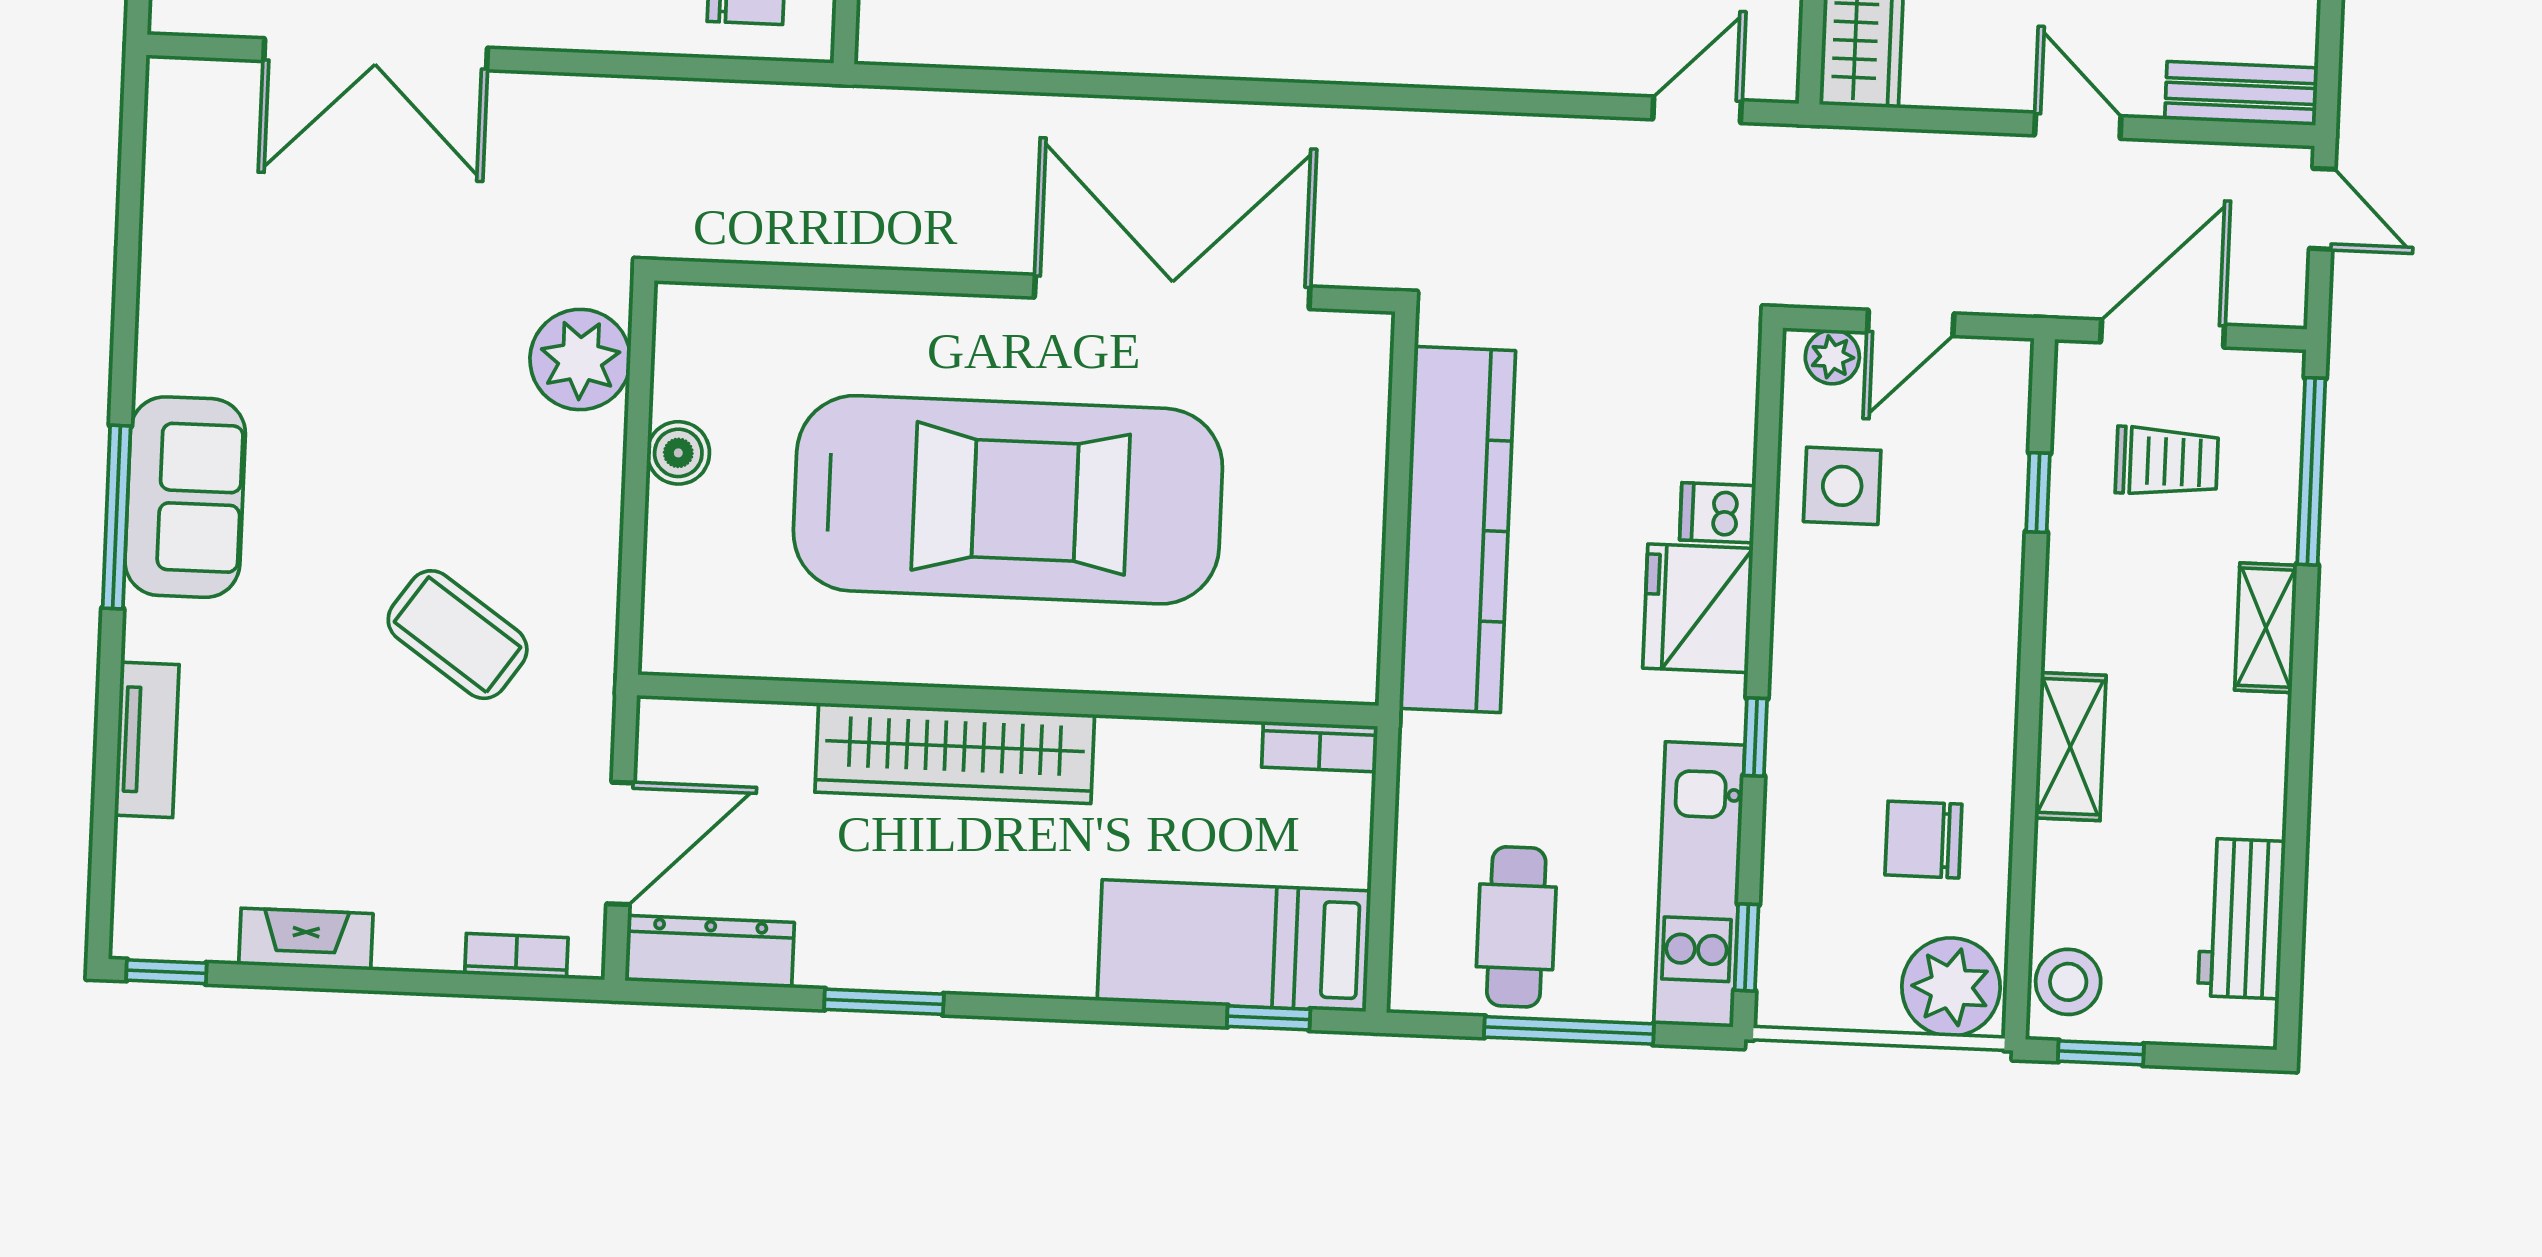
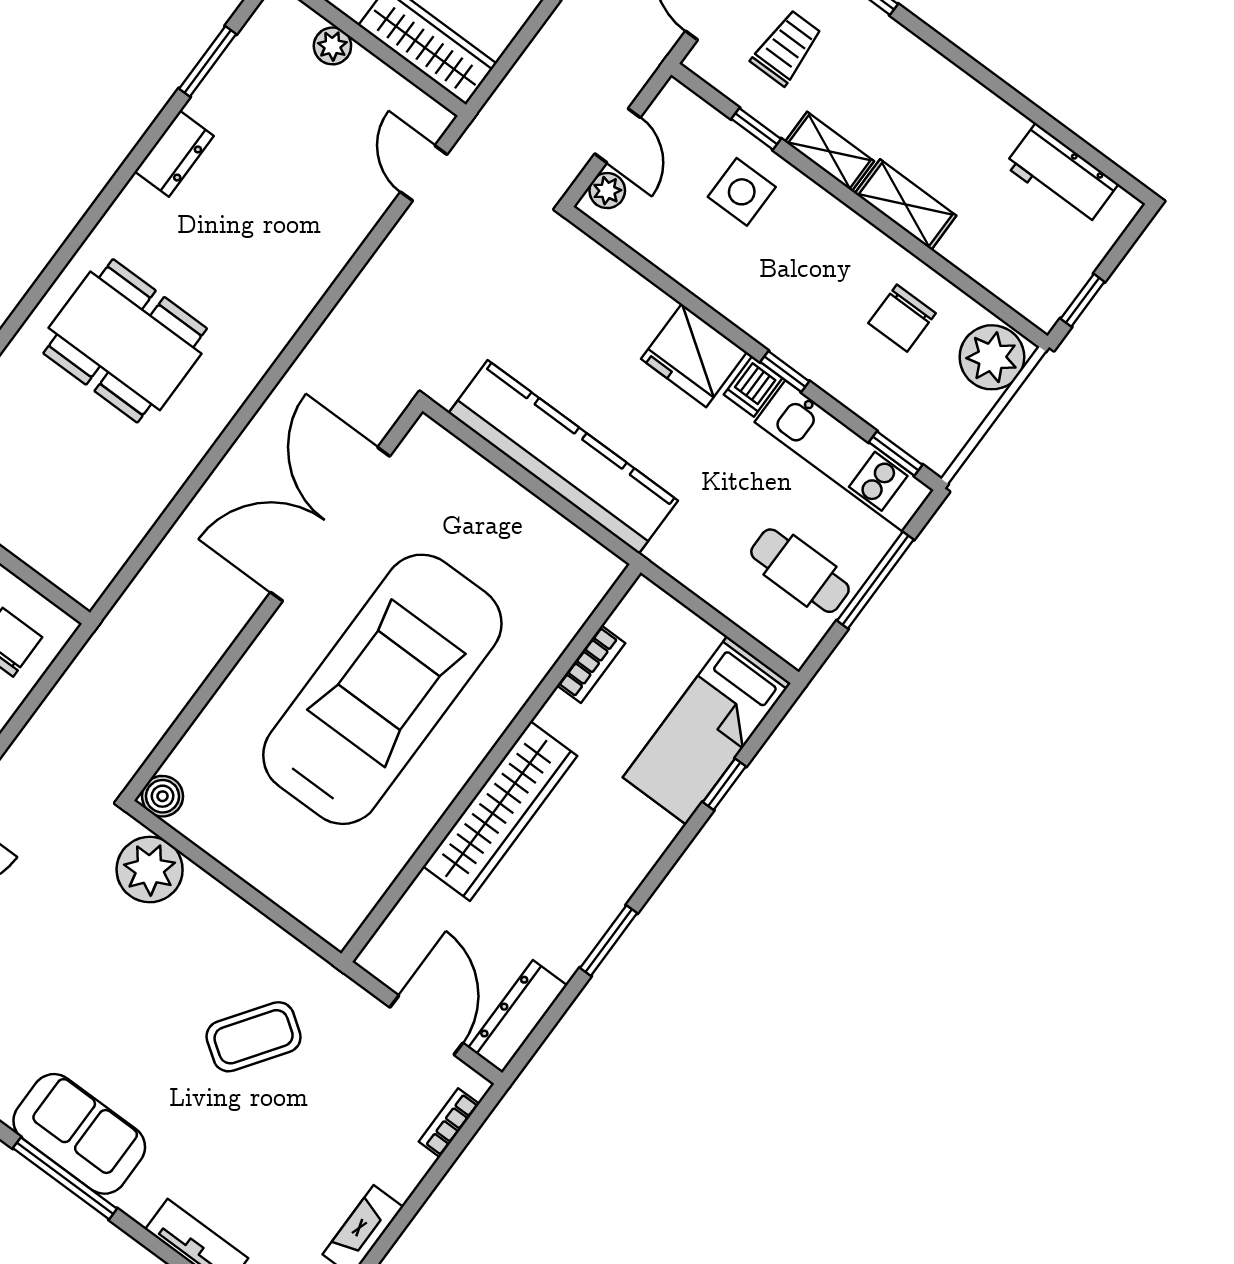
boiler: (678, 453) -> (163, 796), moved
side table: (1842, 486) -> (742, 192), moved
dishwasher: (1718, 513) -> (753, 386), moved
shelving: (2266, 628) -> (829, 151), moved
bookcase: (1320, 747) -> (591, 664), moved
stool: (2068, 982) -> (1032, 292), removed
window: (1269, 1018) -> (724, 784), moved

